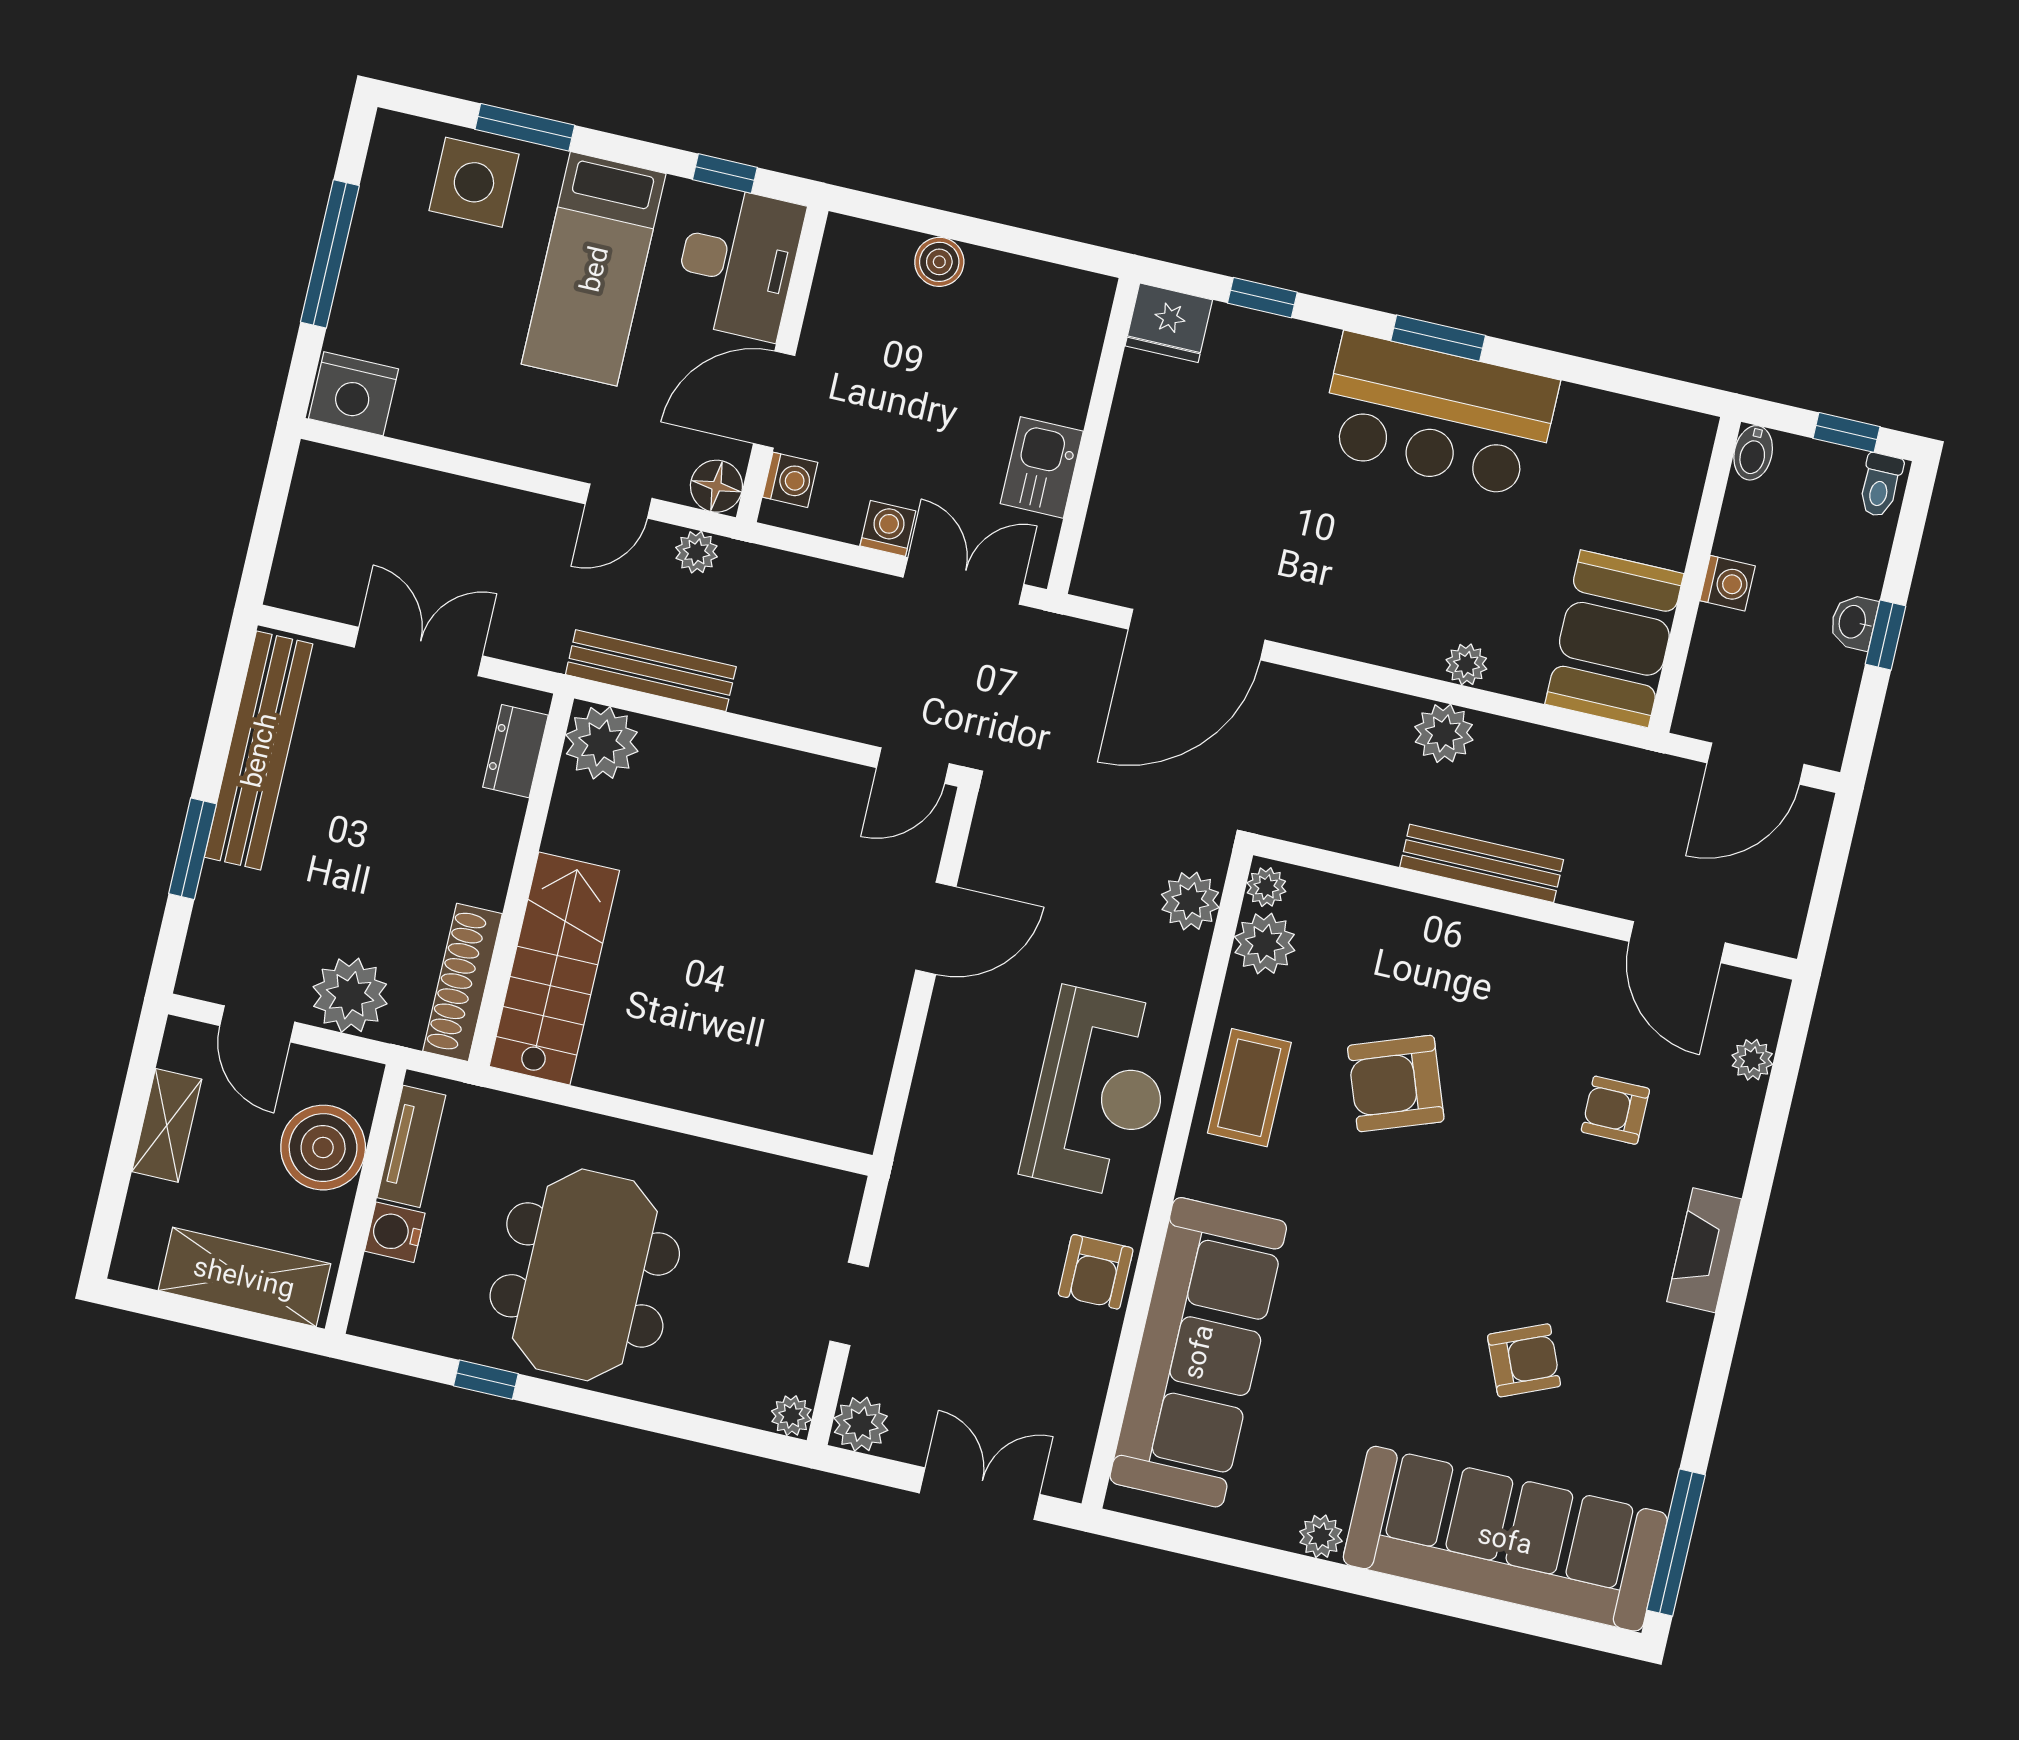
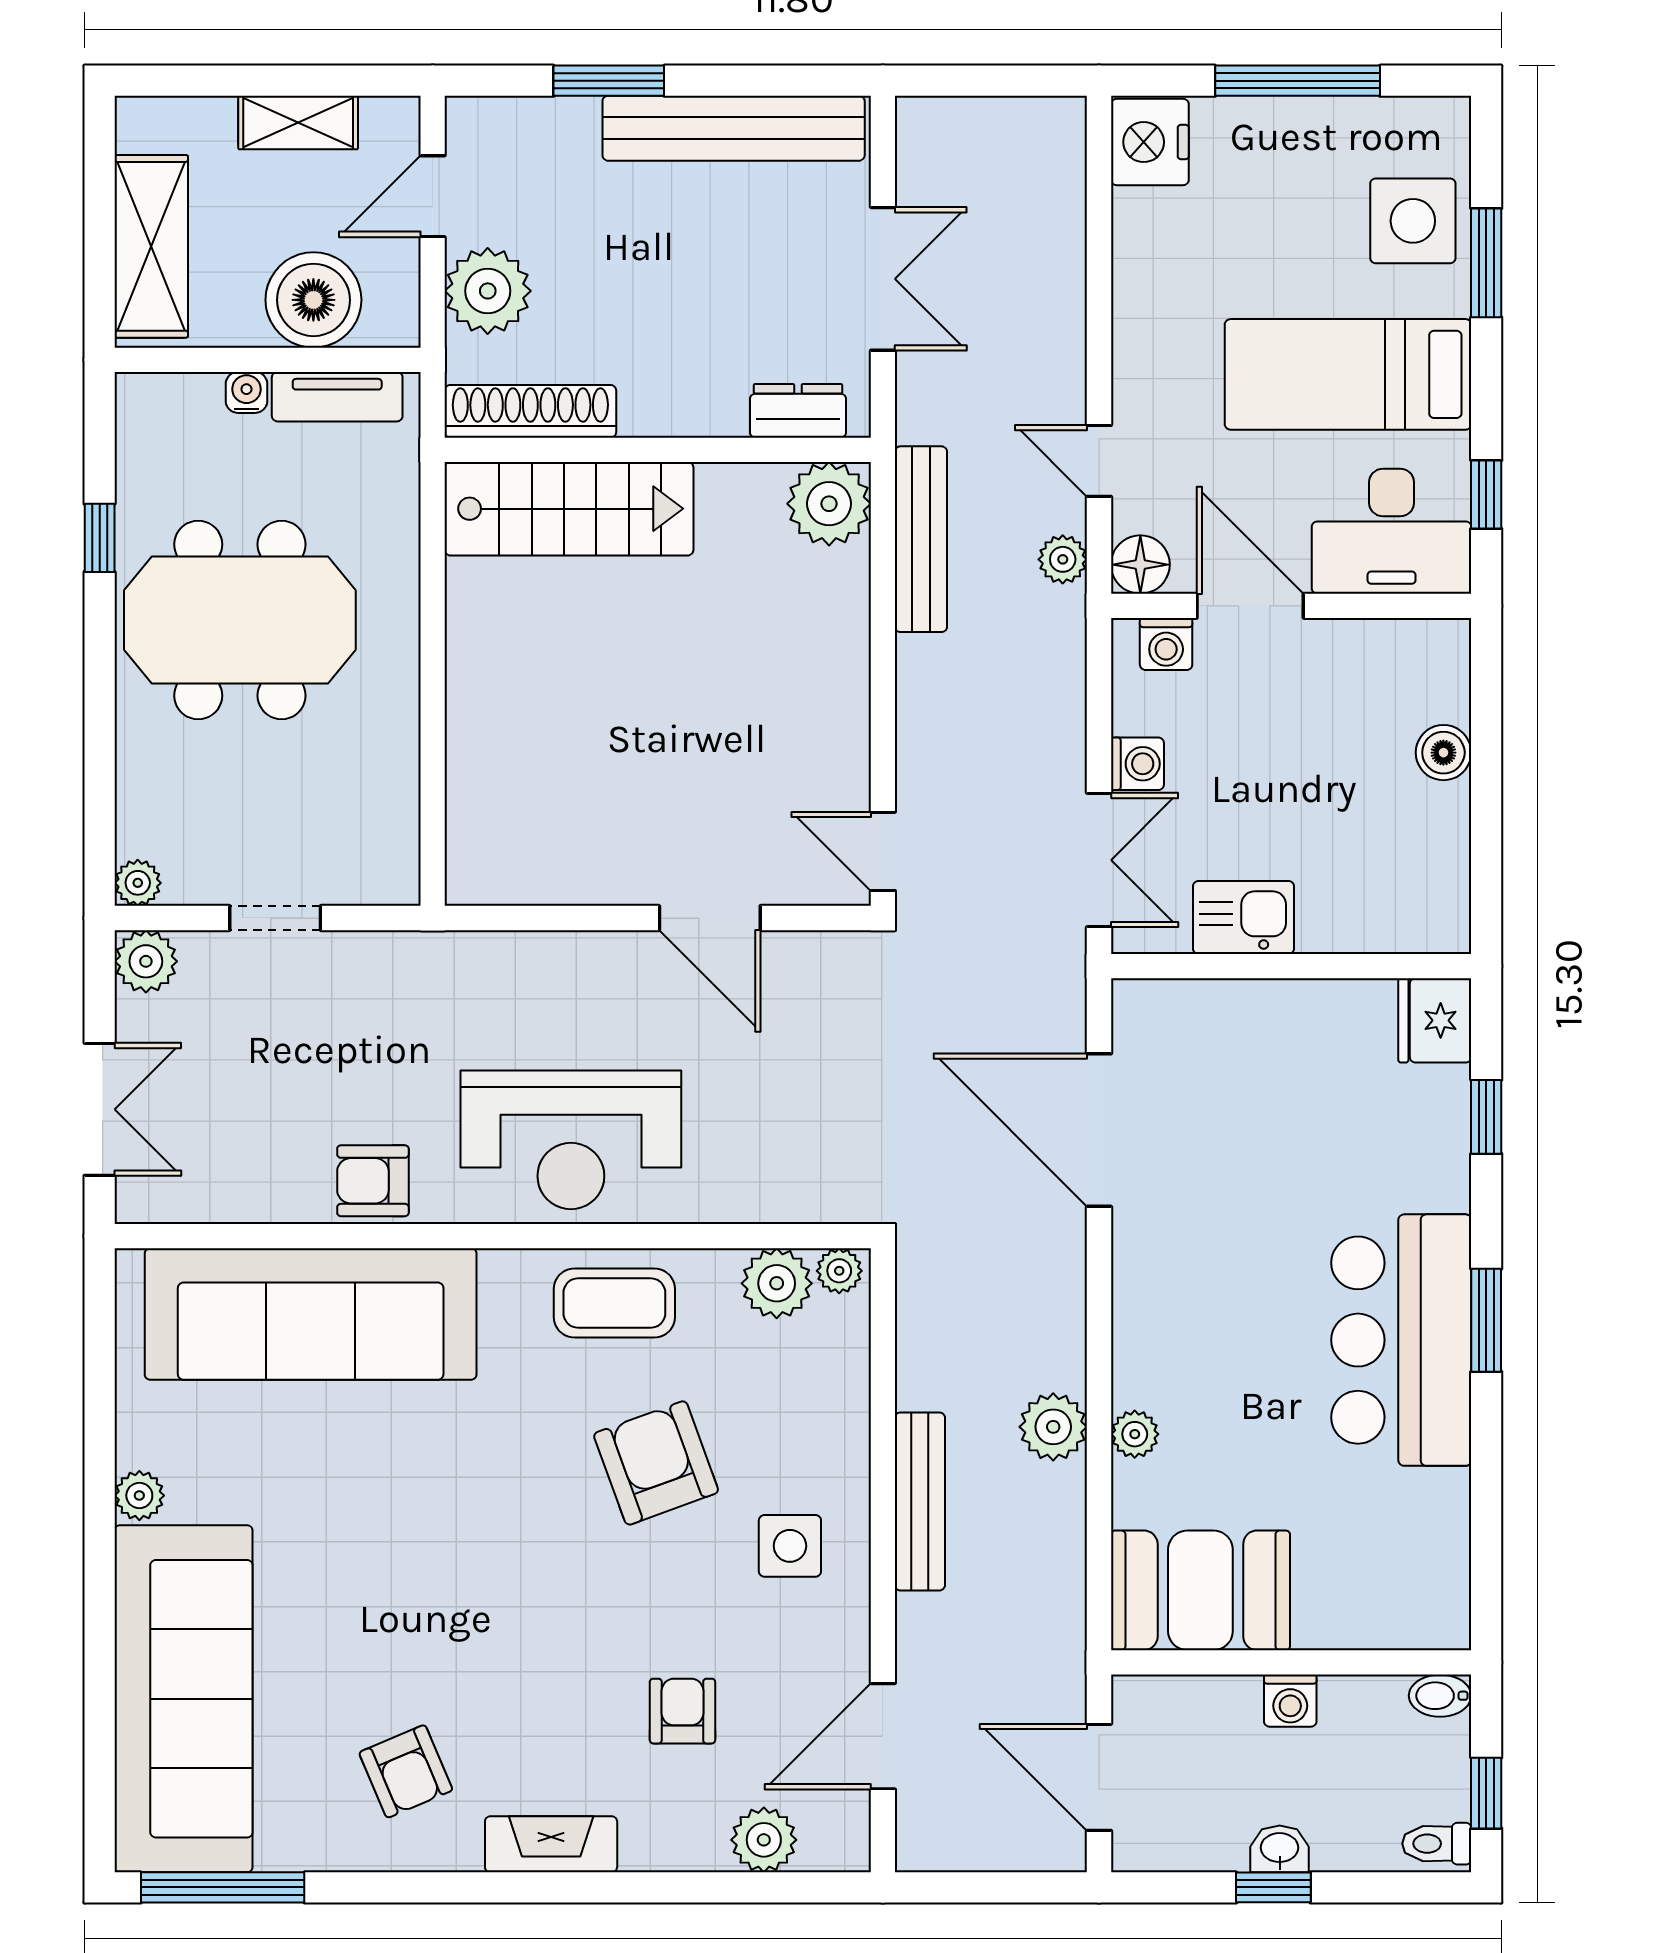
plant: (1190, 901) -> (805, 1191), removed
side table: (1494, 984) -> (790, 1546), added
plant: (1752, 1060) -> (764, 1840), width x1.38, depth x1.38
water cooler: (395, 1232) -> (246, 392), width x0.72, depth x0.72
armchair: (1524, 1360) -> (406, 1771), moved

